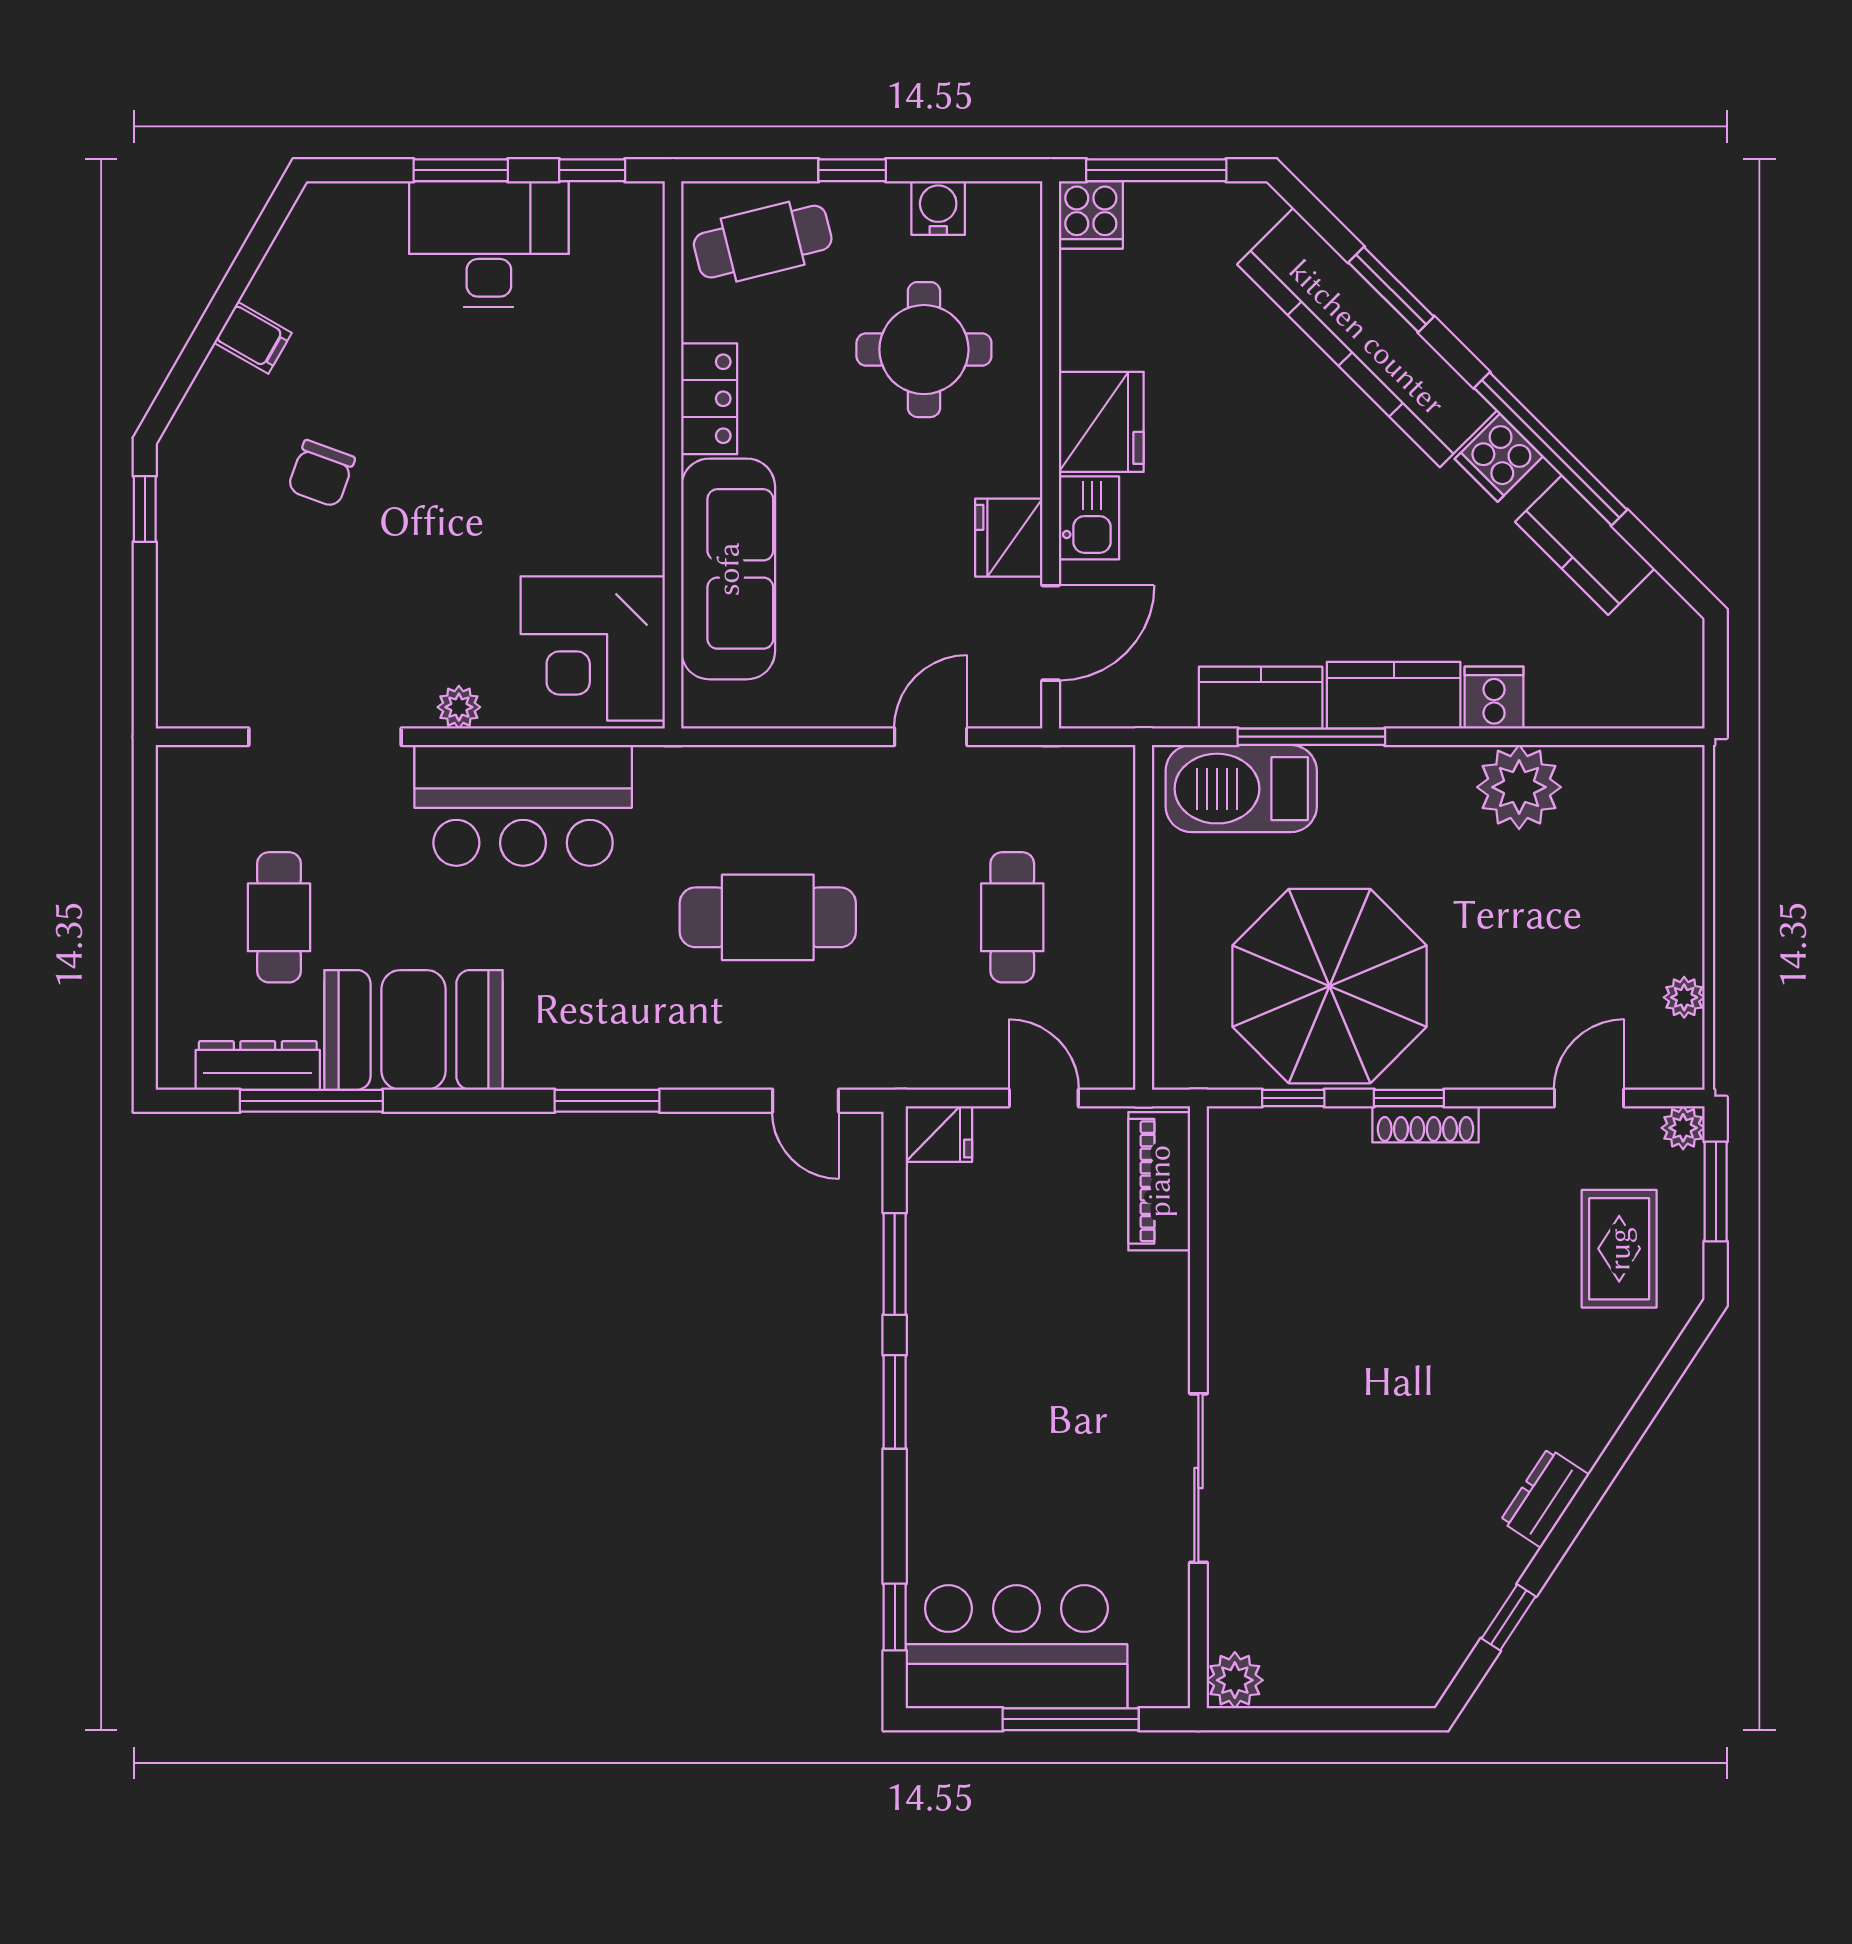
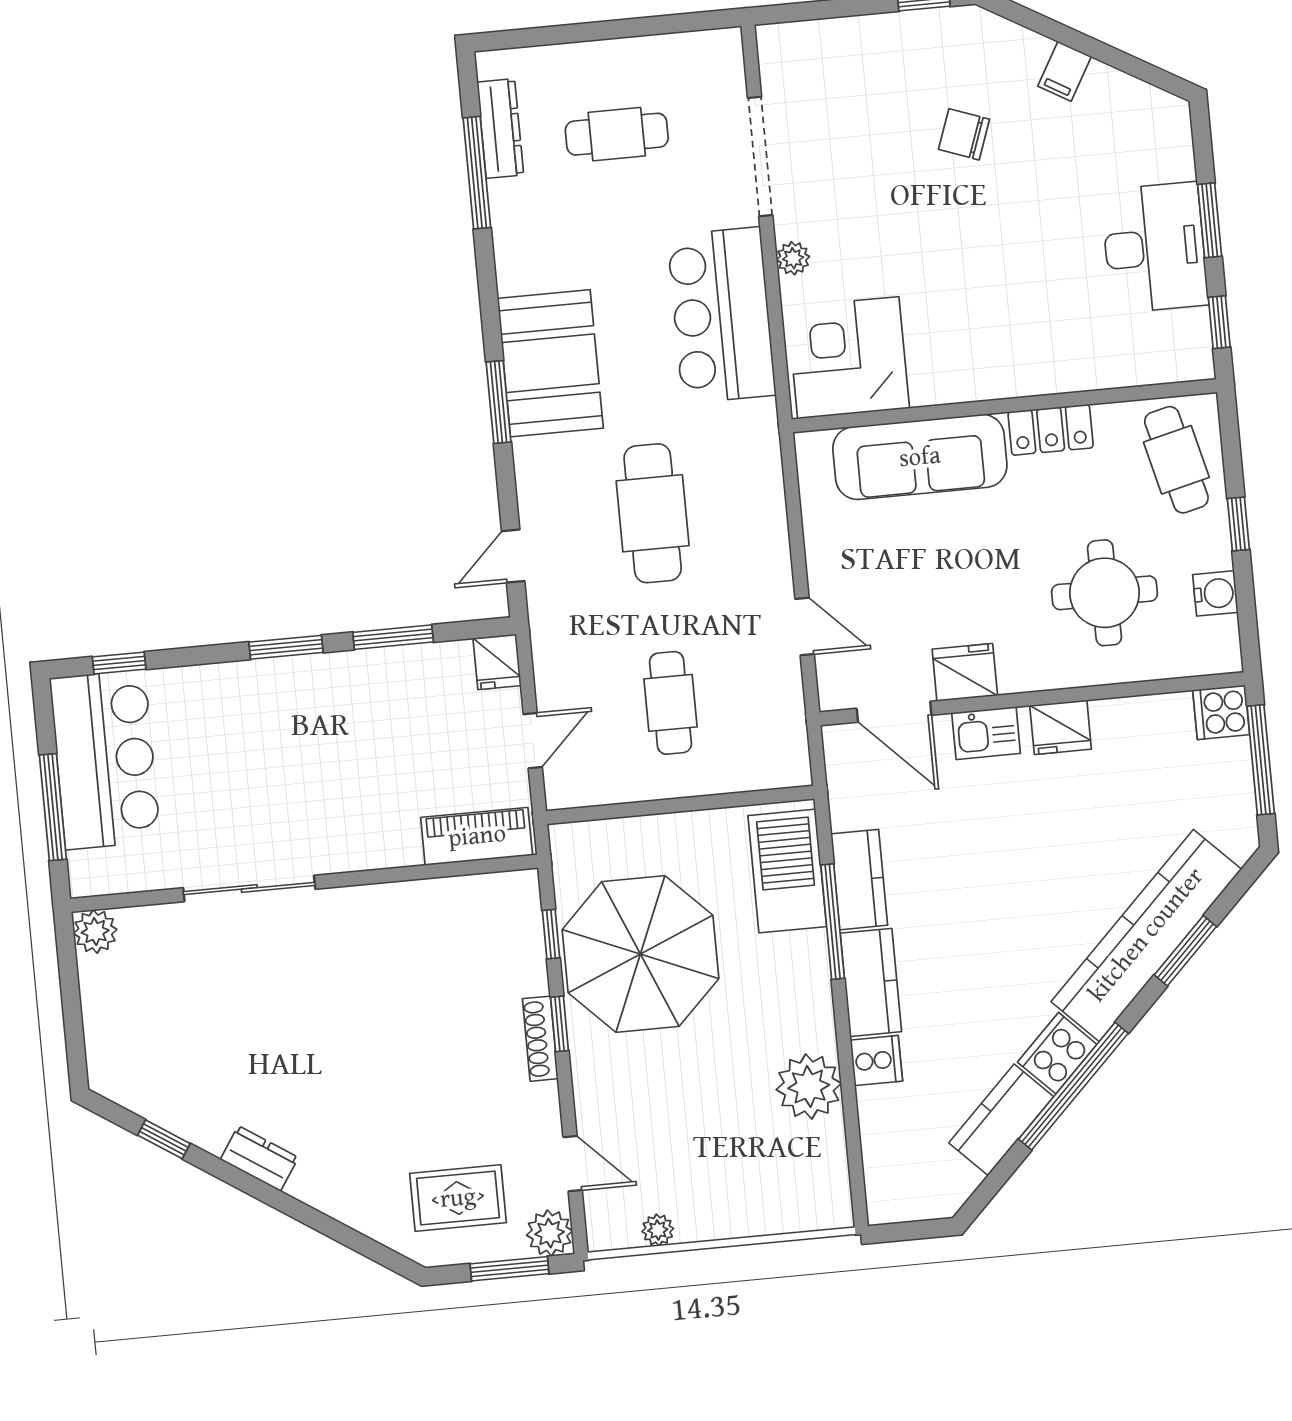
fridge: (1101, 422) -> (1061, 727), width x0.73, depth x0.75
cooker: (1499, 458) -> (1057, 1053), width x1.36
cafe table: (1012, 917) -> (671, 703), turned 90
booth: (413, 1030) -> (550, 363), moved
plant: (1683, 1128) -> (550, 1233), width x1.38, depth x1.38

